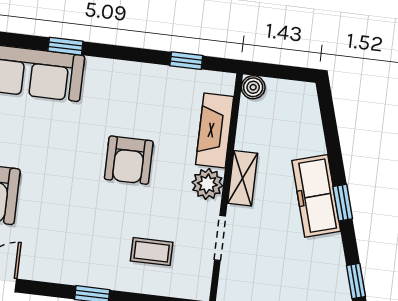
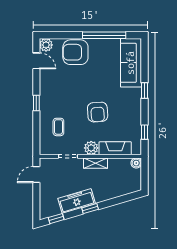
window: (65, 46) -> (144, 90), moved
armchair: (129, 160) -> (98, 112), turned -94
freezer: (316, 196) -> (77, 201), moved

